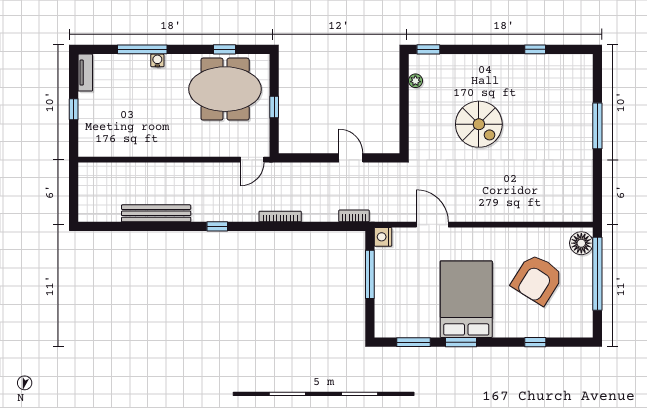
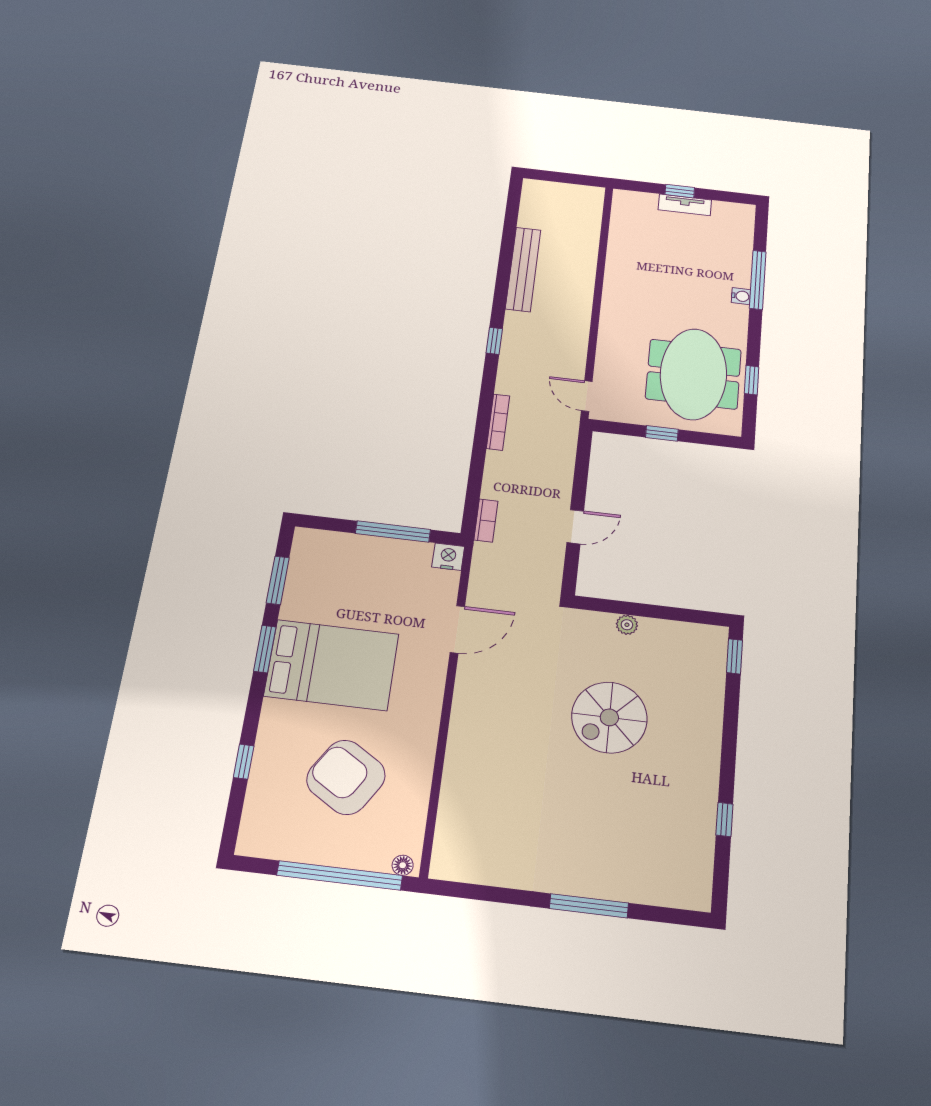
tv unit: (85, 73) -> (685, 205), moved
plant: (415, 81) -> (627, 625), moved
floor lamp: (581, 243) -> (403, 865), width x0.53, depth x0.53

